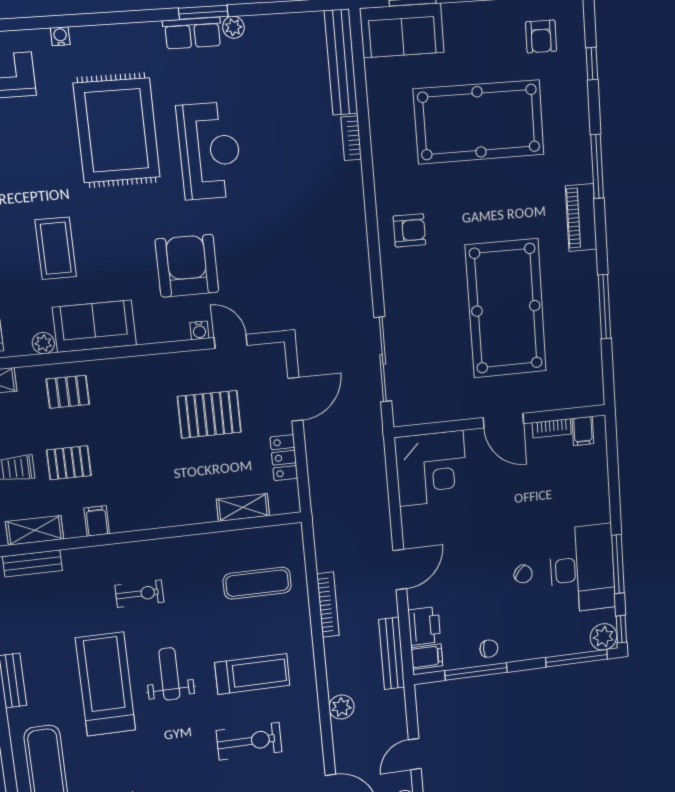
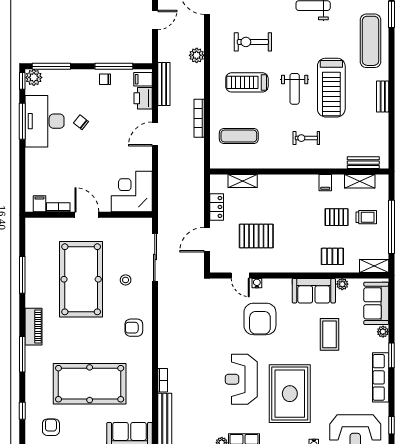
stool: (430, 314) -> (126, 280), added

